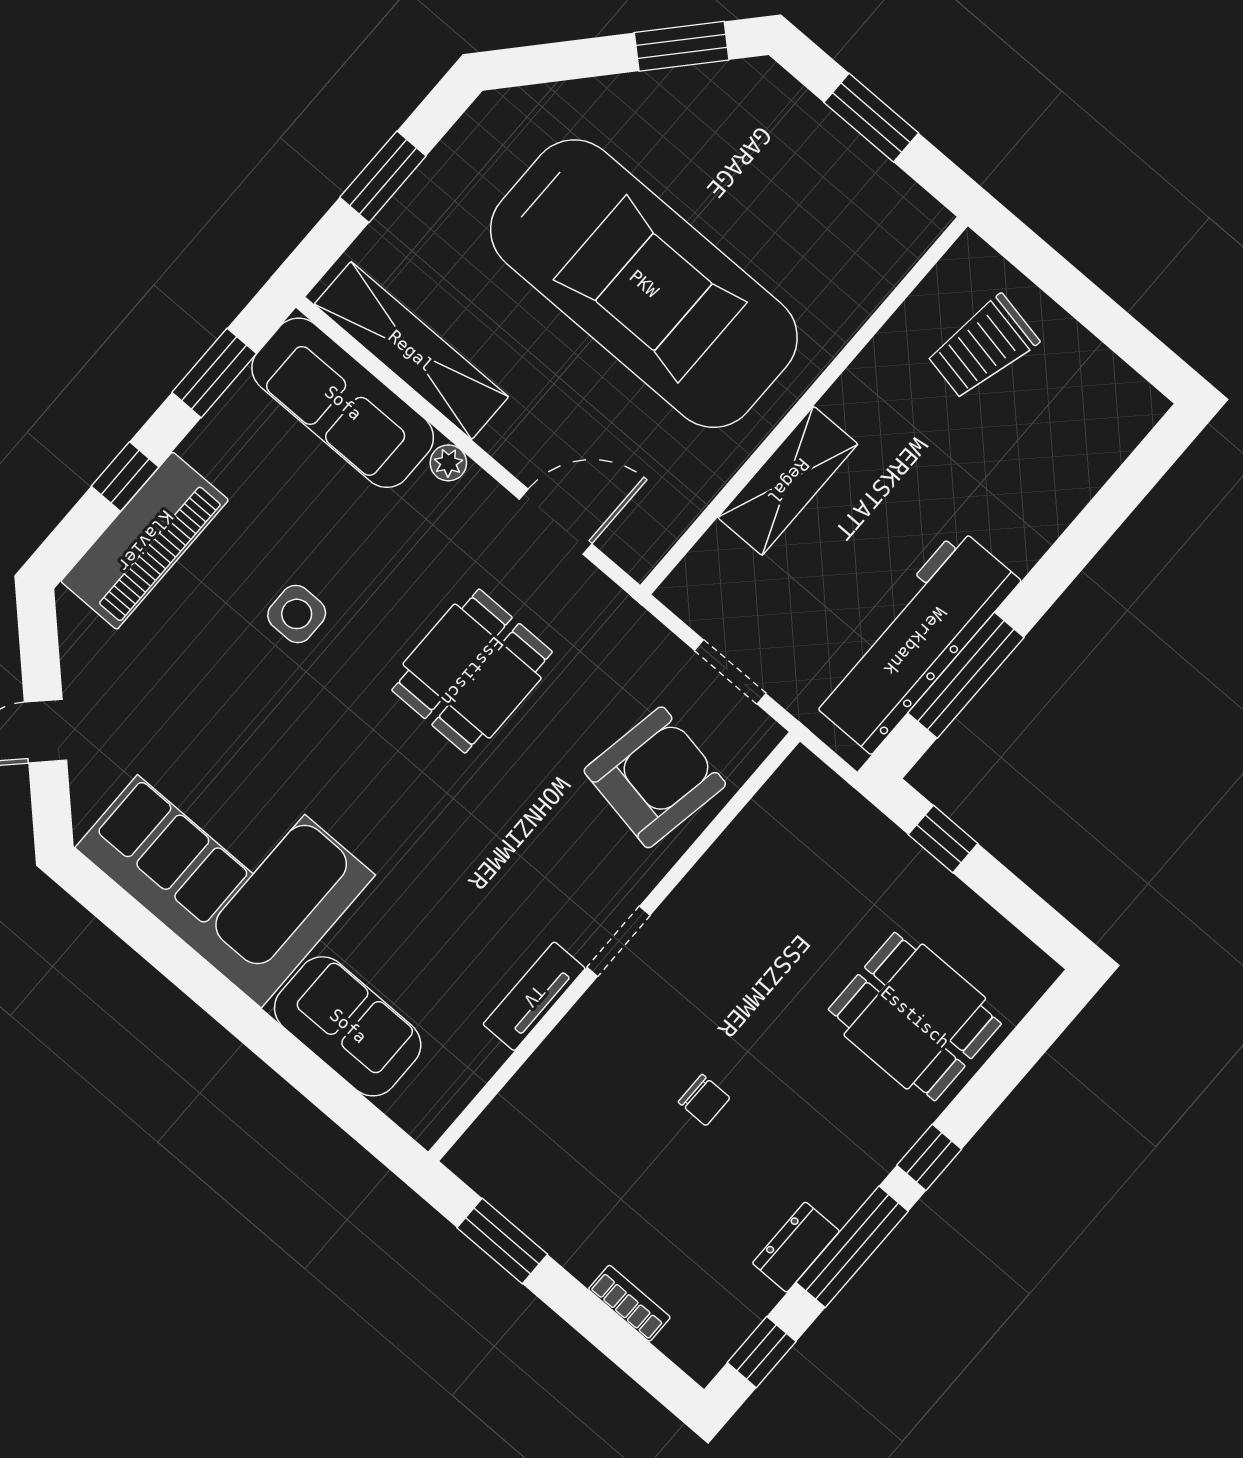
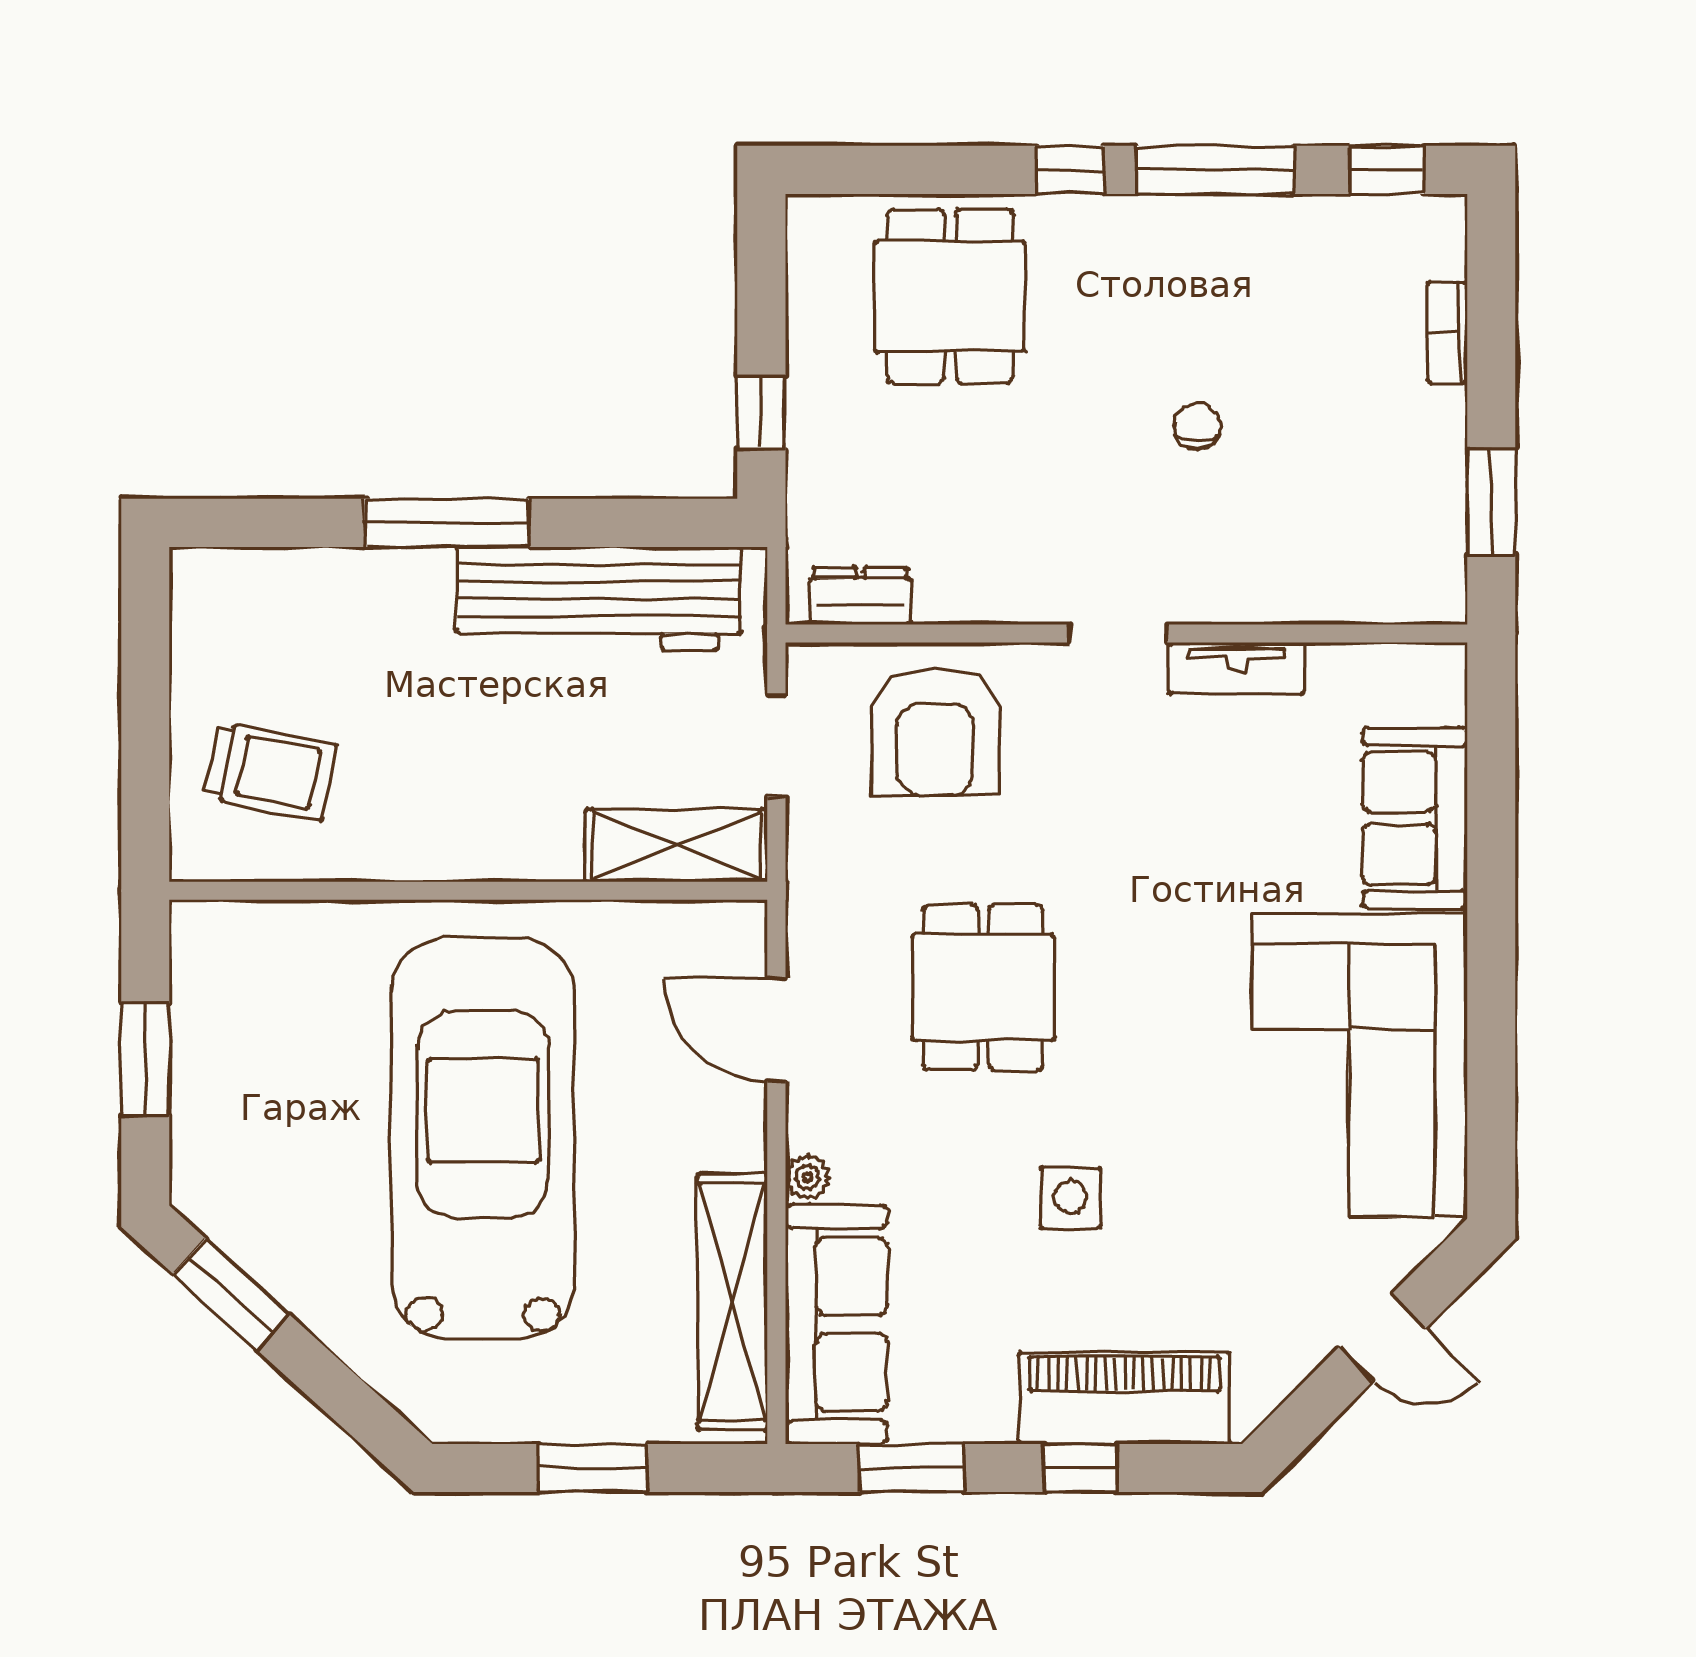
shelving: (788, 481) -> (677, 845), moved
dining table: (472, 671) -> (983, 988), turned 90
window: (966, 675) -> (447, 523), moved
armchair: (655, 777) -> (935, 731), turned -100
dresser: (796, 1247) -> (860, 596), moved, turned 180

